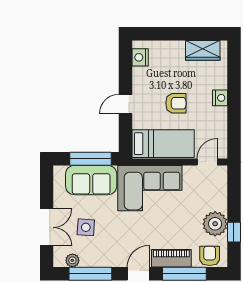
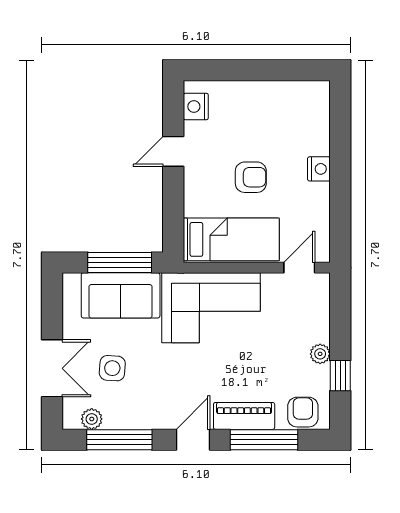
wardrobe: (203, 50) -> (292, 96), removed
door: (125, 104) -> (173, 151), moved
plant: (215, 224) -> (320, 354), width x0.53, depth x0.53

